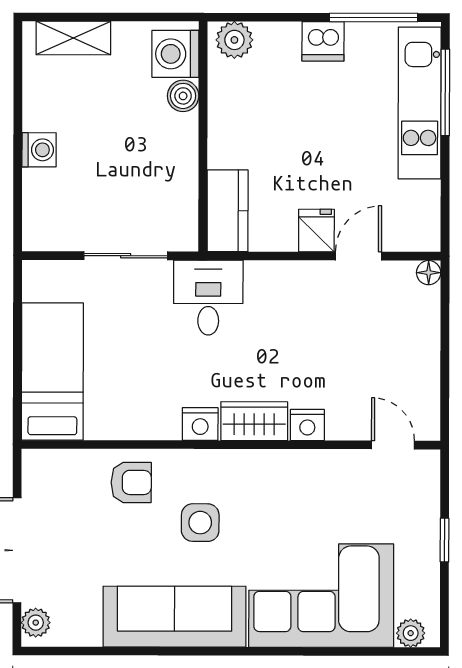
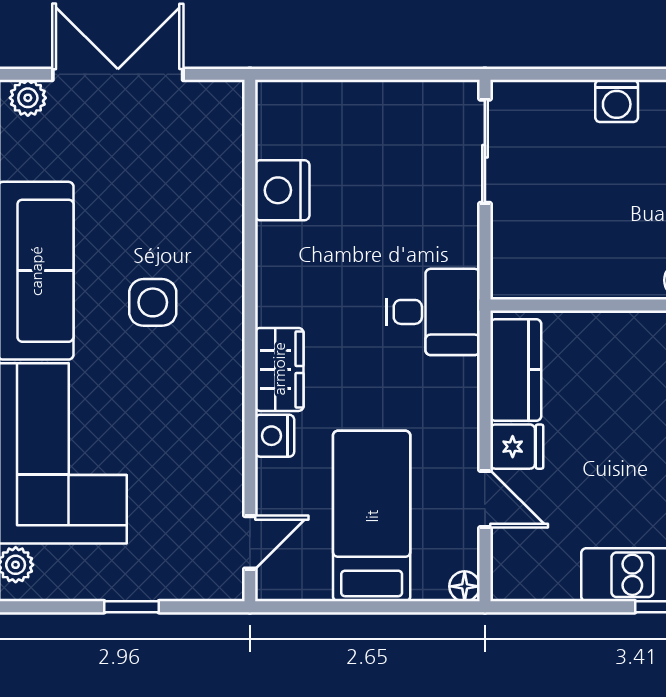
kitchen counter: (228, 211) -> (516, 370), moved, turned -90
sliding door: (126, 256) -> (485, 151), moved
bed: (52, 371) -> (372, 516), moved, turned -90
nightstand: (200, 424) -> (282, 190), moved, width x1.36, depth x1.33
armchair: (131, 482) -> (203, 216), removed

